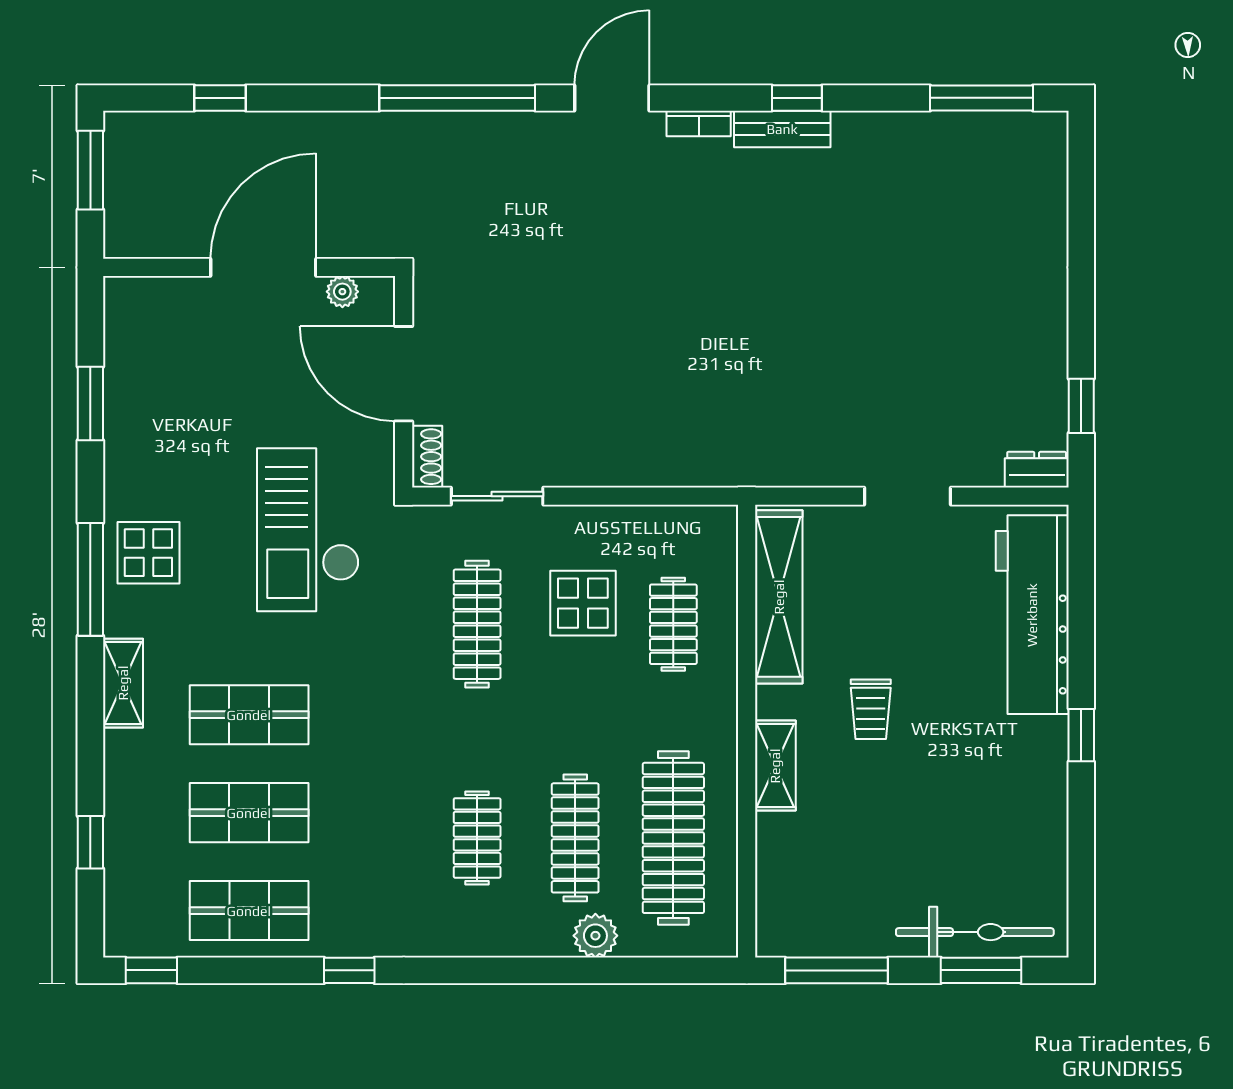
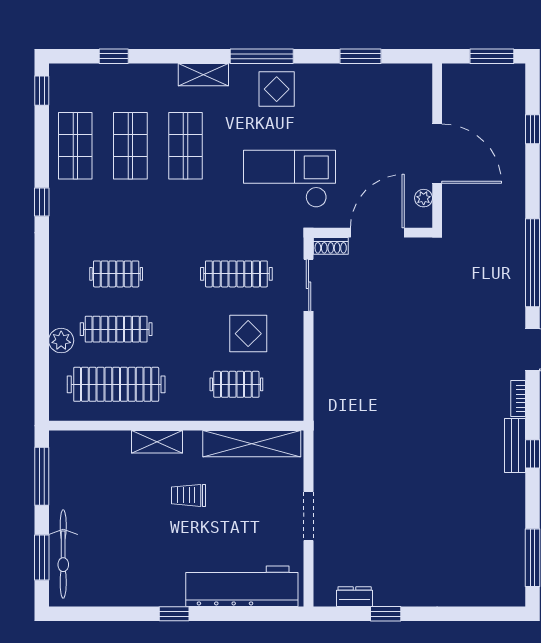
window: (1081, 406) -> (386, 614), moved
dresser: (1037, 470) -> (355, 597), moved, turned -90

